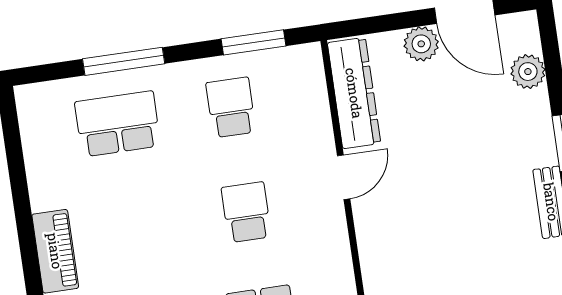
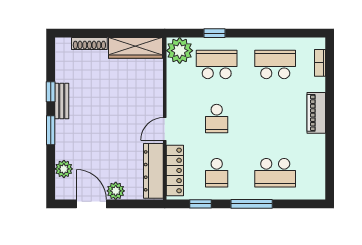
window: (253, 42) -> (200, 204), width x0.67
window: (124, 61) -> (252, 204), moved
locker: (312, 100) -> (175, 170), added

